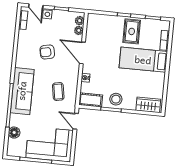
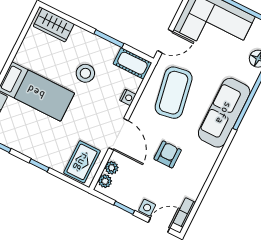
door: (36, 6) -> (159, 225), hinge flipped
rug: (132, 31) -> (82, 162), moved
armchair: (47, 52) -> (168, 154), turned -78
coffee table: (58, 92) -> (174, 93), width x1.86, depth x1.72
stool: (116, 99) -> (85, 73), moved
door: (76, 121) -> (165, 41), hinge flipped

